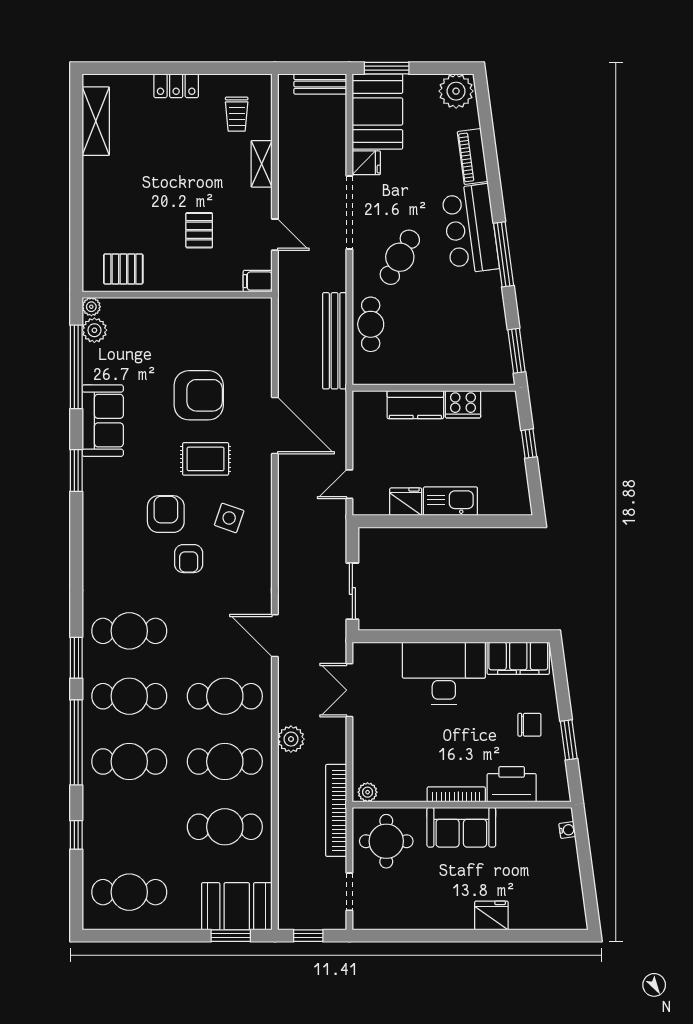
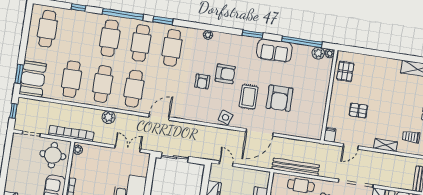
side table: (229, 518) -> (226, 117), moved
armchair: (189, 559) -> (202, 81), turned -90
plant: (91, 561) -> (208, 35), added

